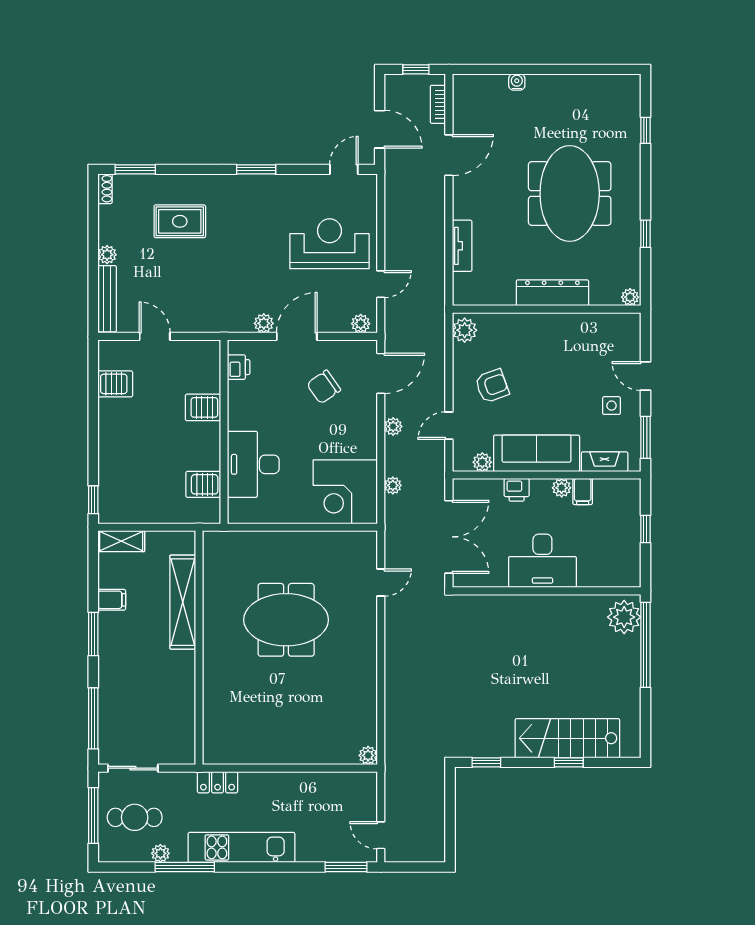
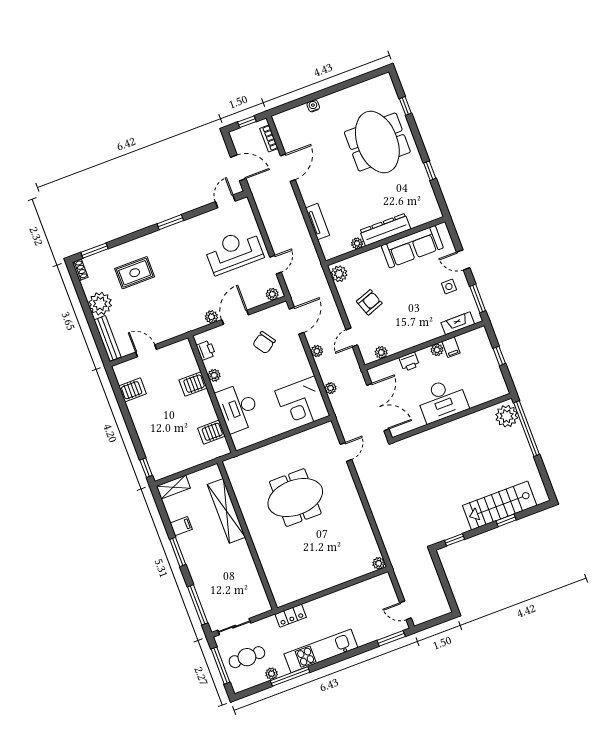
meeting table: (570, 193) -> (377, 142), moved
plant: (107, 255) -> (100, 304), width x1.87, depth x1.87
plant: (630, 297) -> (357, 243), moved
plant: (237, 406) -> (214, 375), added
sofa: (537, 453) -> (412, 247), moved, turned 180

